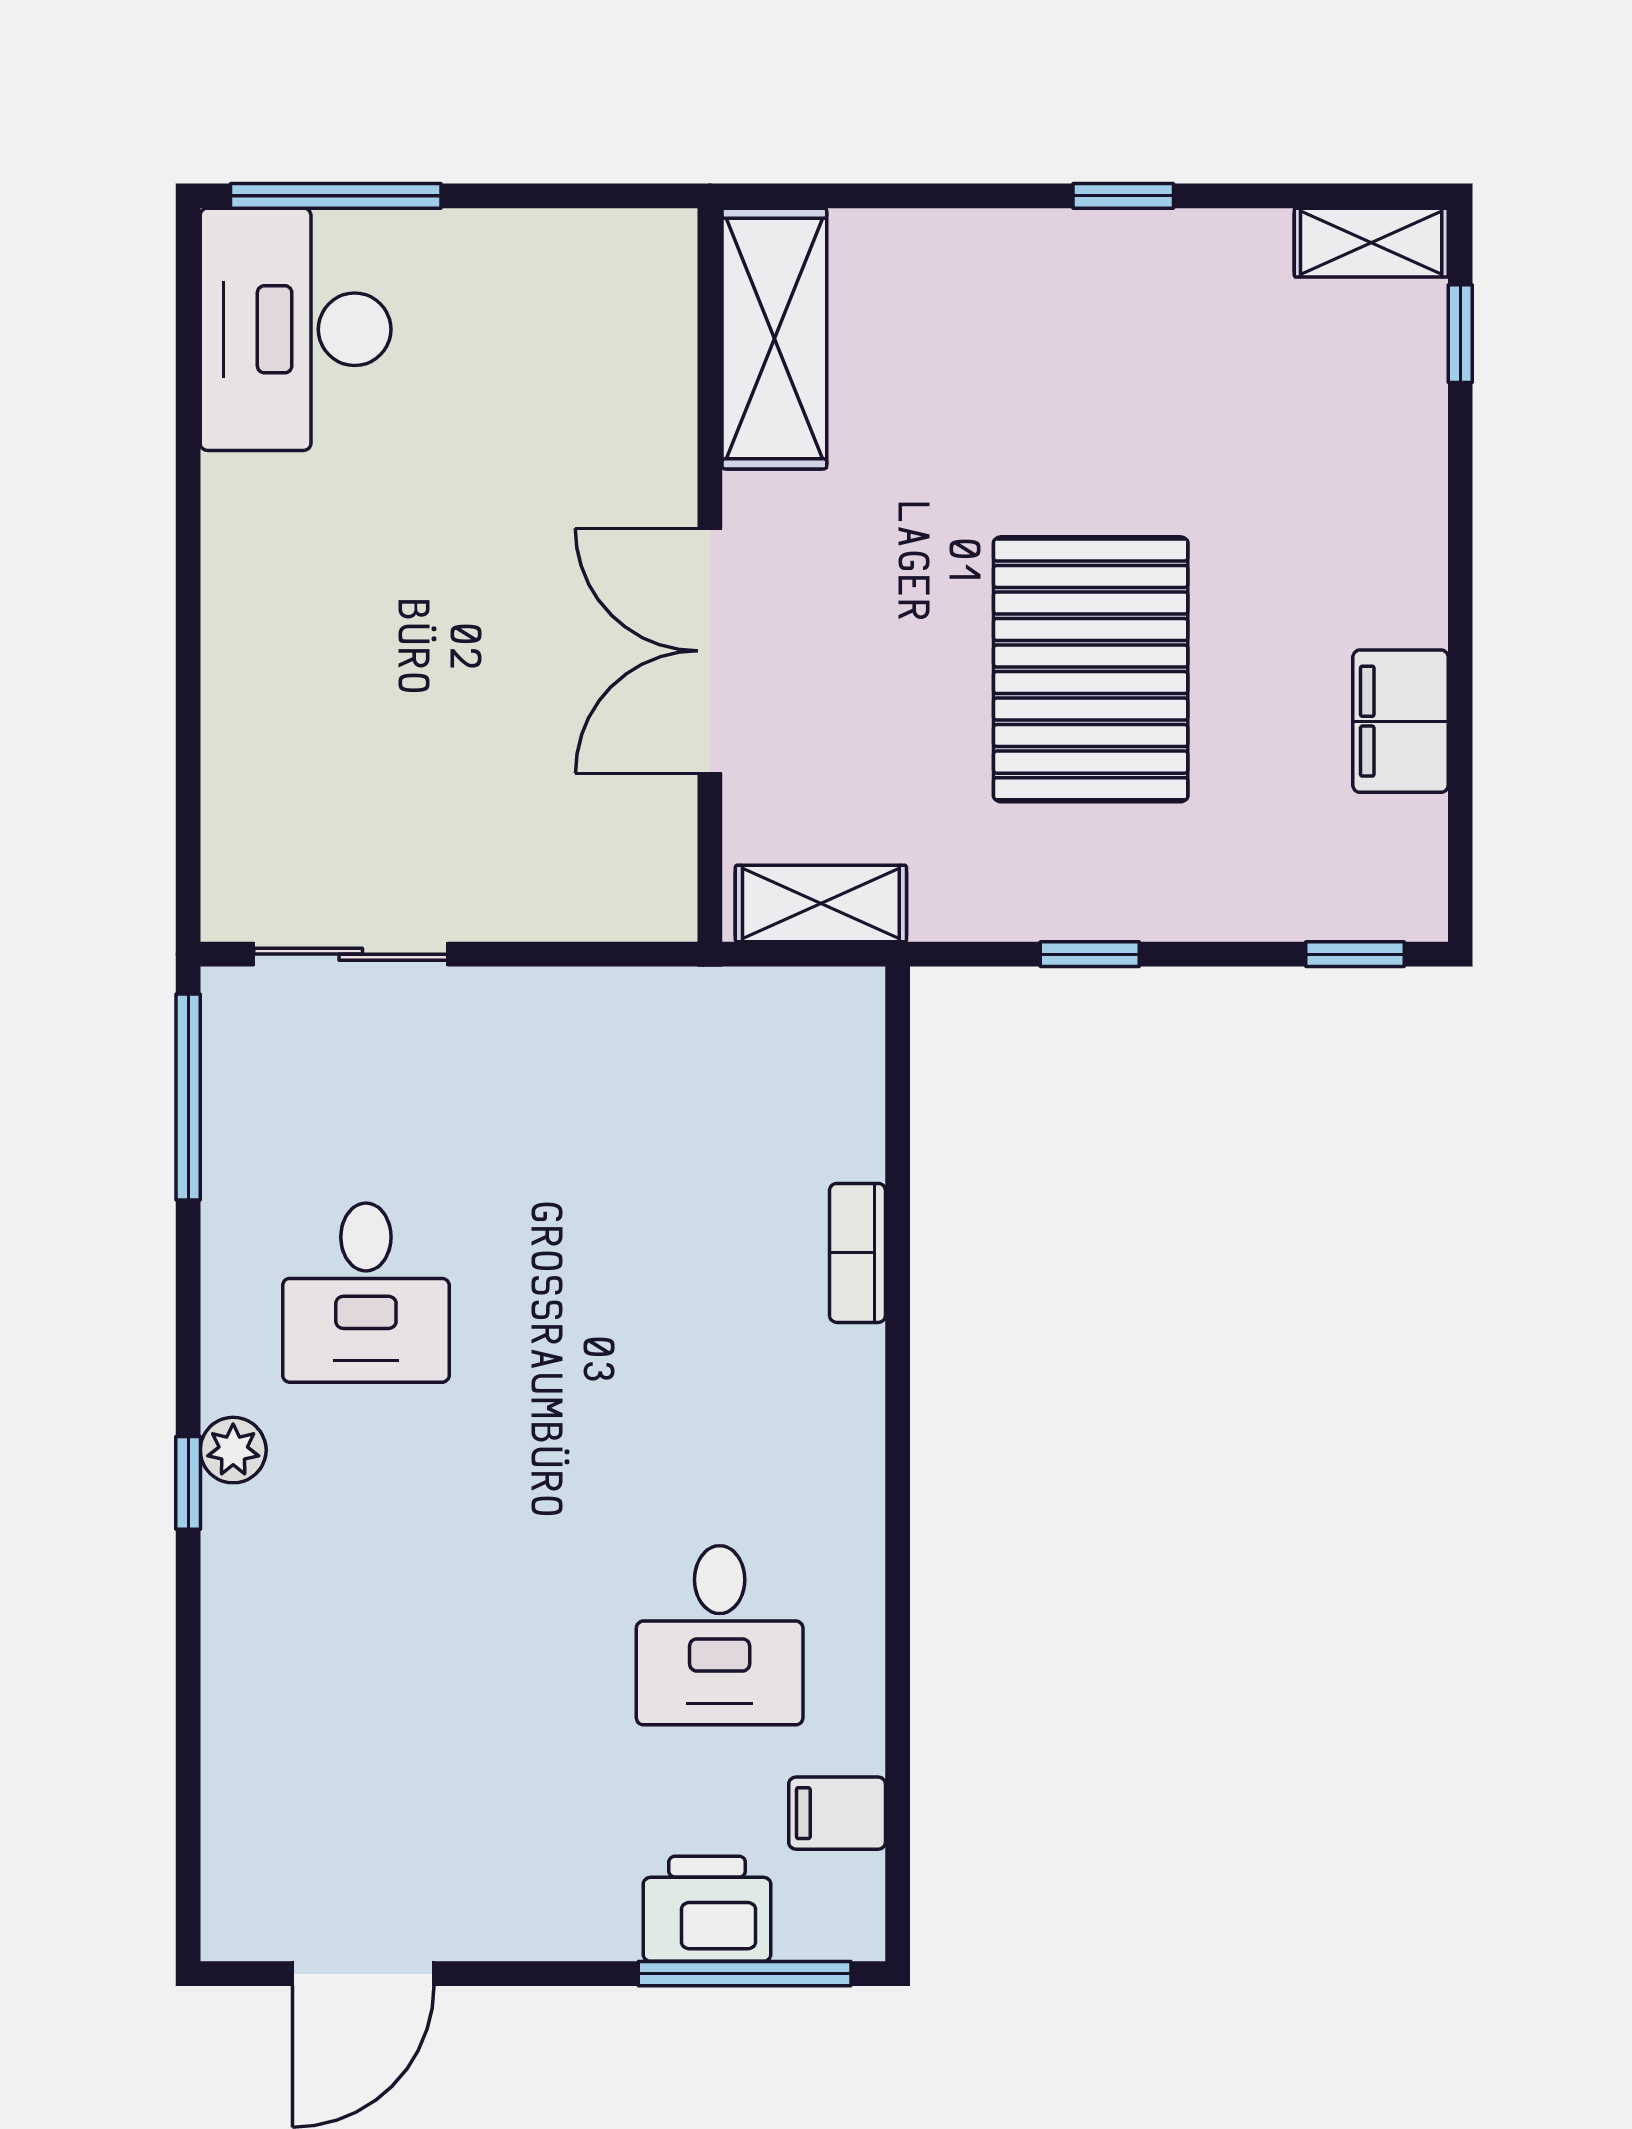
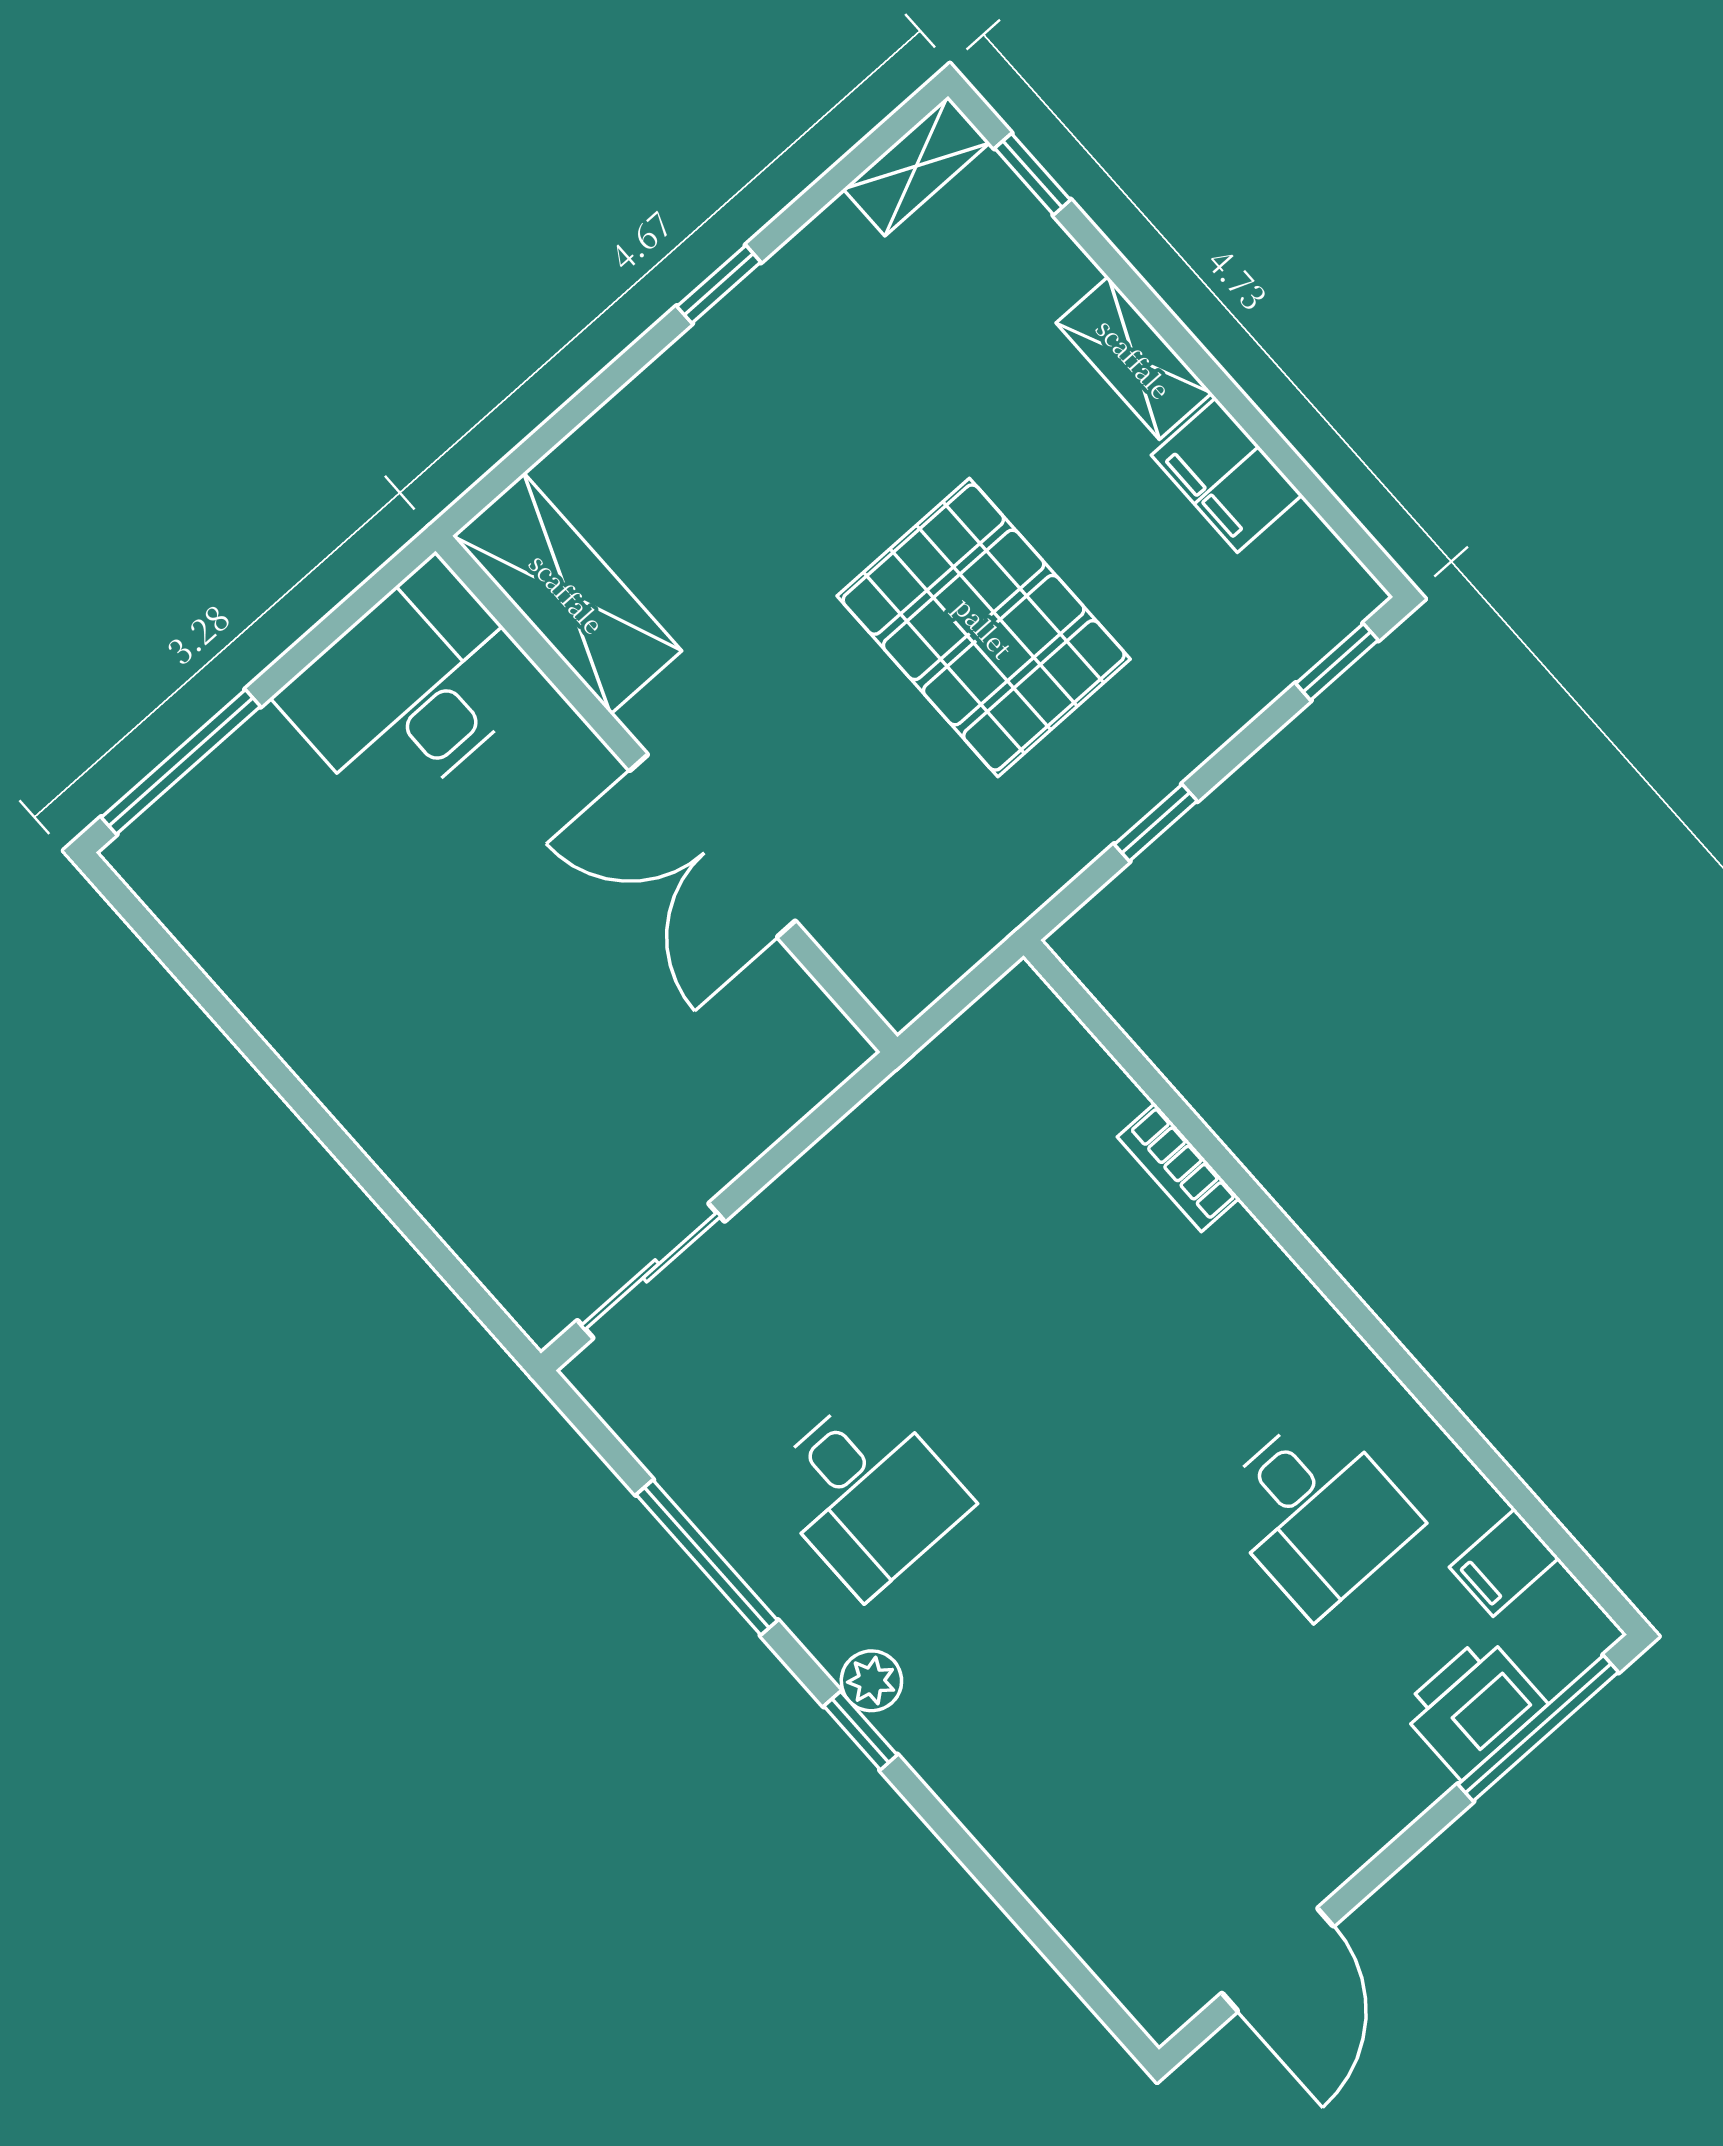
desk: (296, 329) -> (410, 689), moved, turned 90
shelving: (821, 904) -> (1134, 358), moved, turned 90
window: (188, 1097) -> (707, 1558), moved

